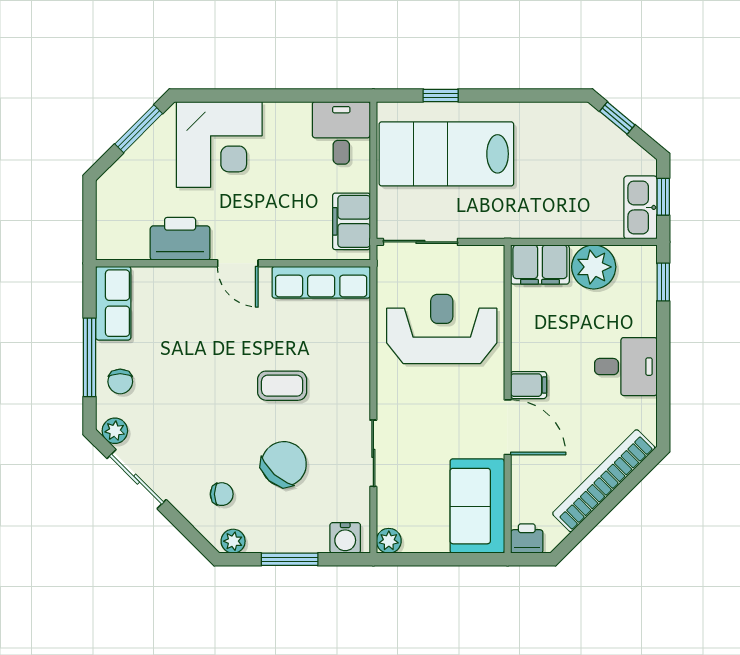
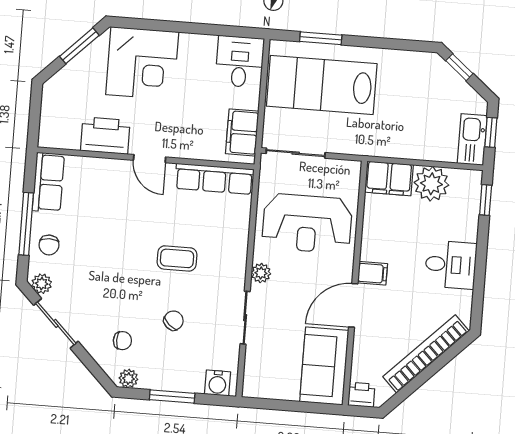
window: (441, 95) -> (321, 38), width x1.50
reception desk: (442, 329) -> (307, 223), turned 180
door: (508, 427) -> (353, 305), swing flipped
chair: (284, 464) -> (174, 321), width x0.54, depth x0.54
plant: (389, 541) -> (261, 273), moved

